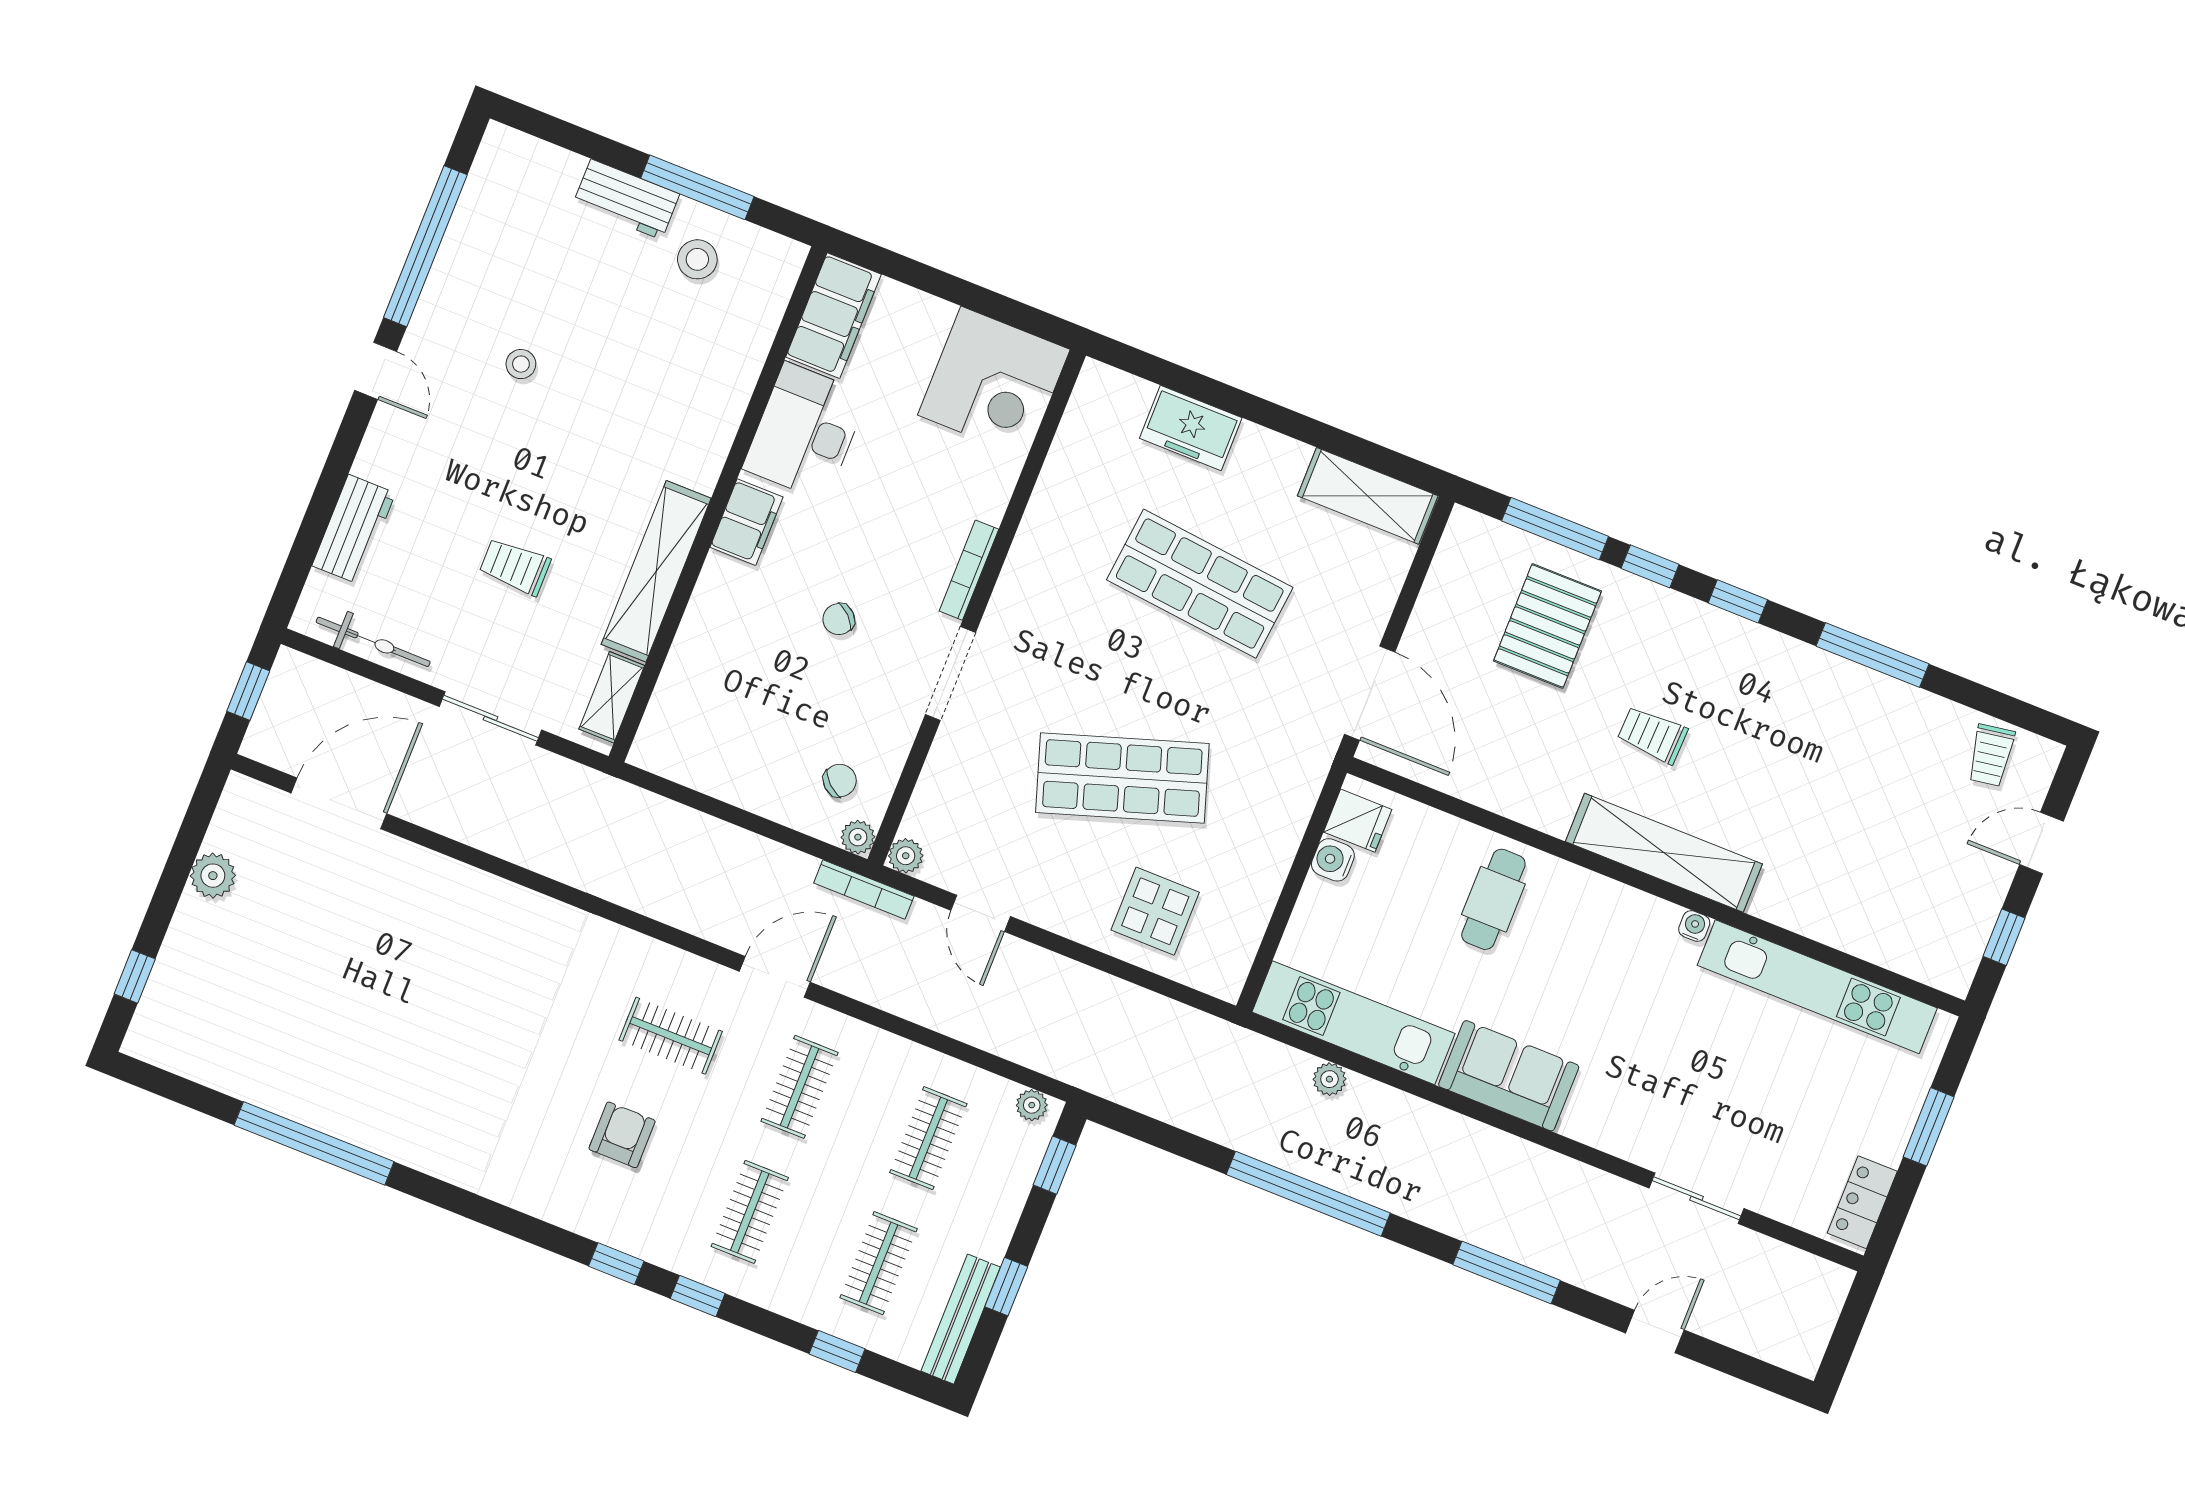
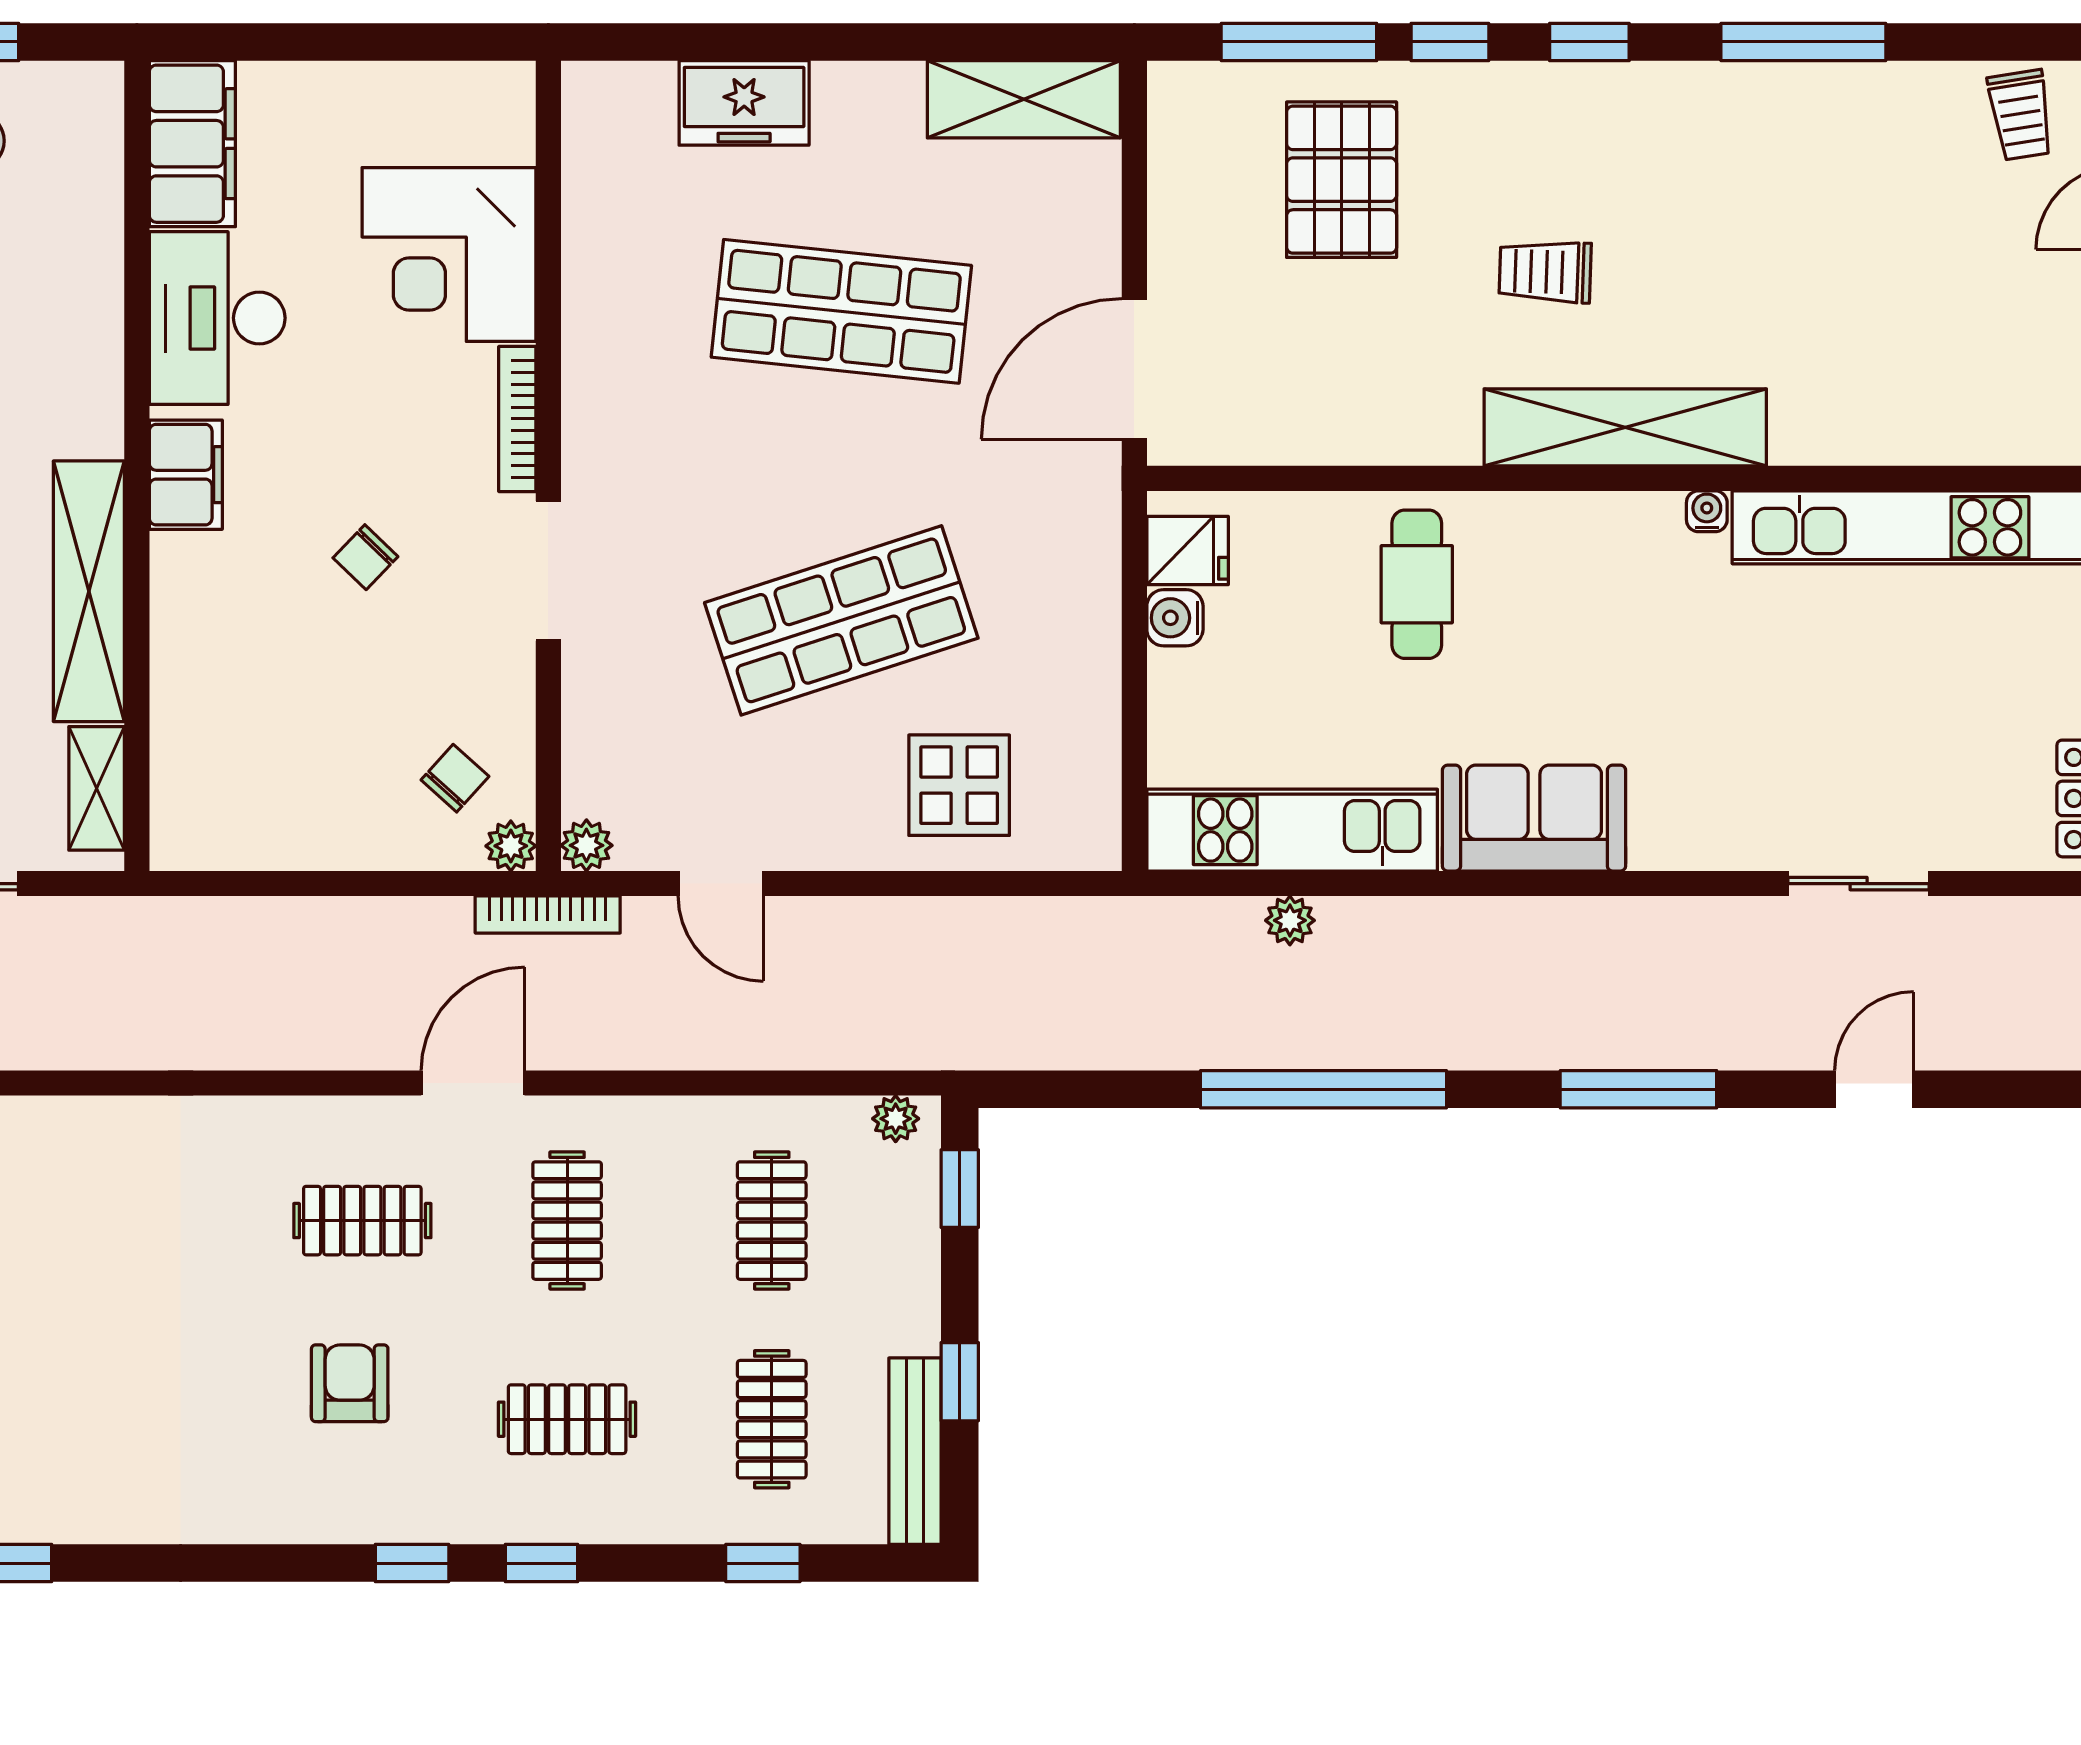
corner desk: (994, 382) -> (449, 254), moved, turned 90
door: (1370, 693) -> (1134, 369), swing flipped
clothes rail: (750, 1212) -> (567, 1419), turned 90

